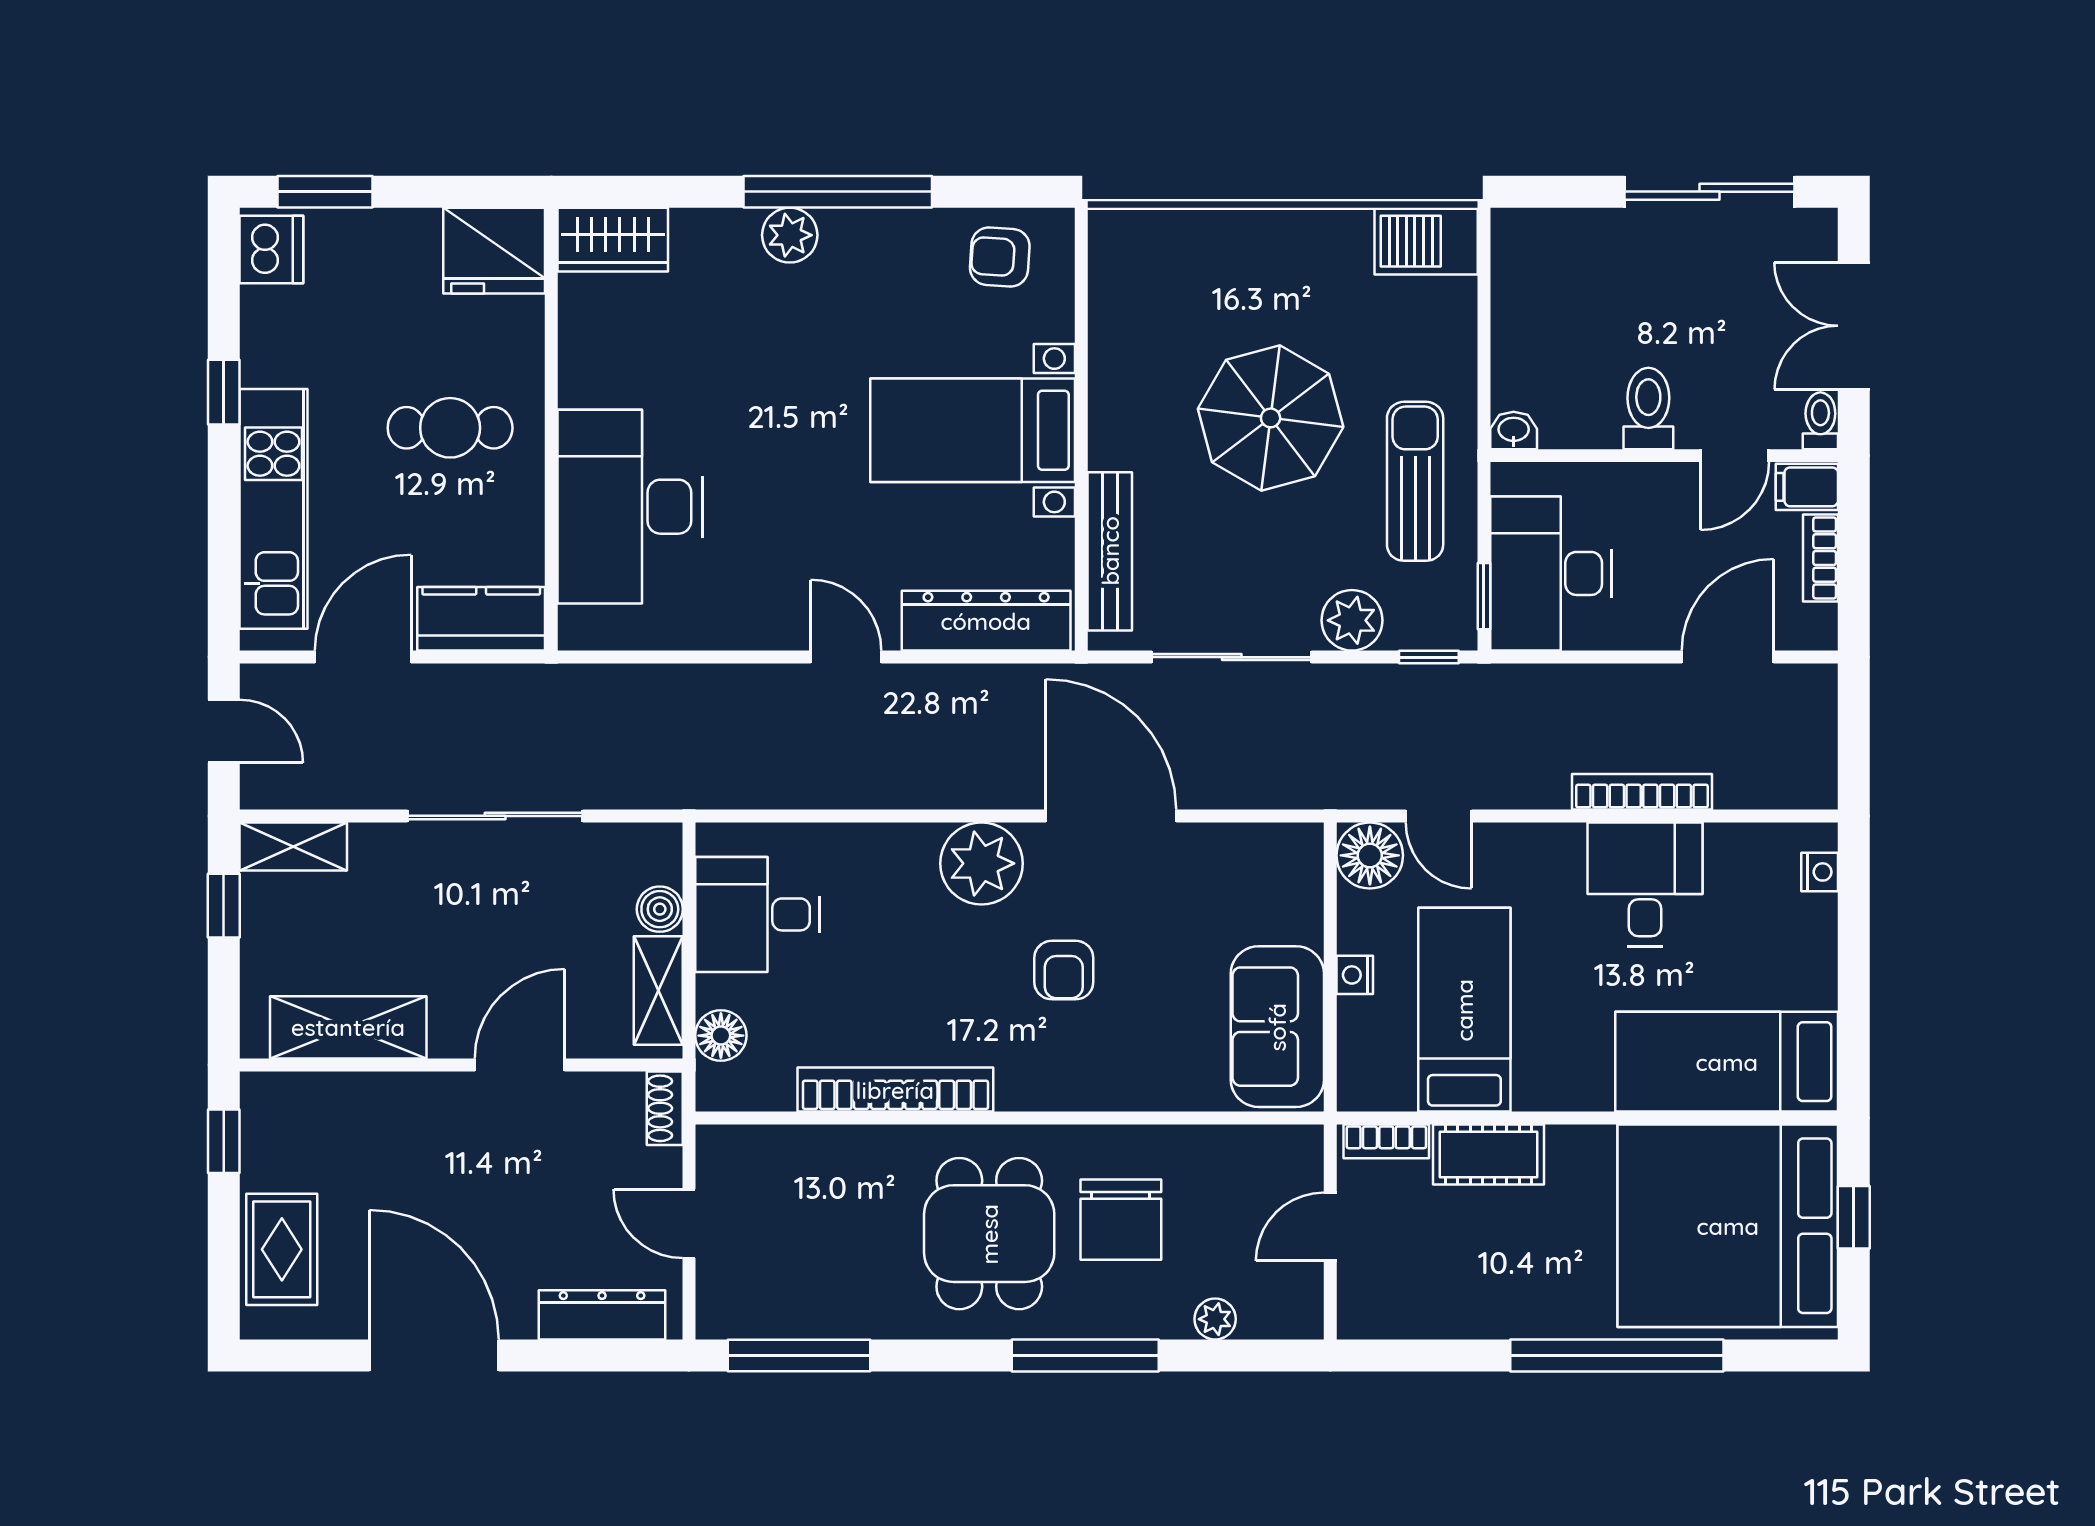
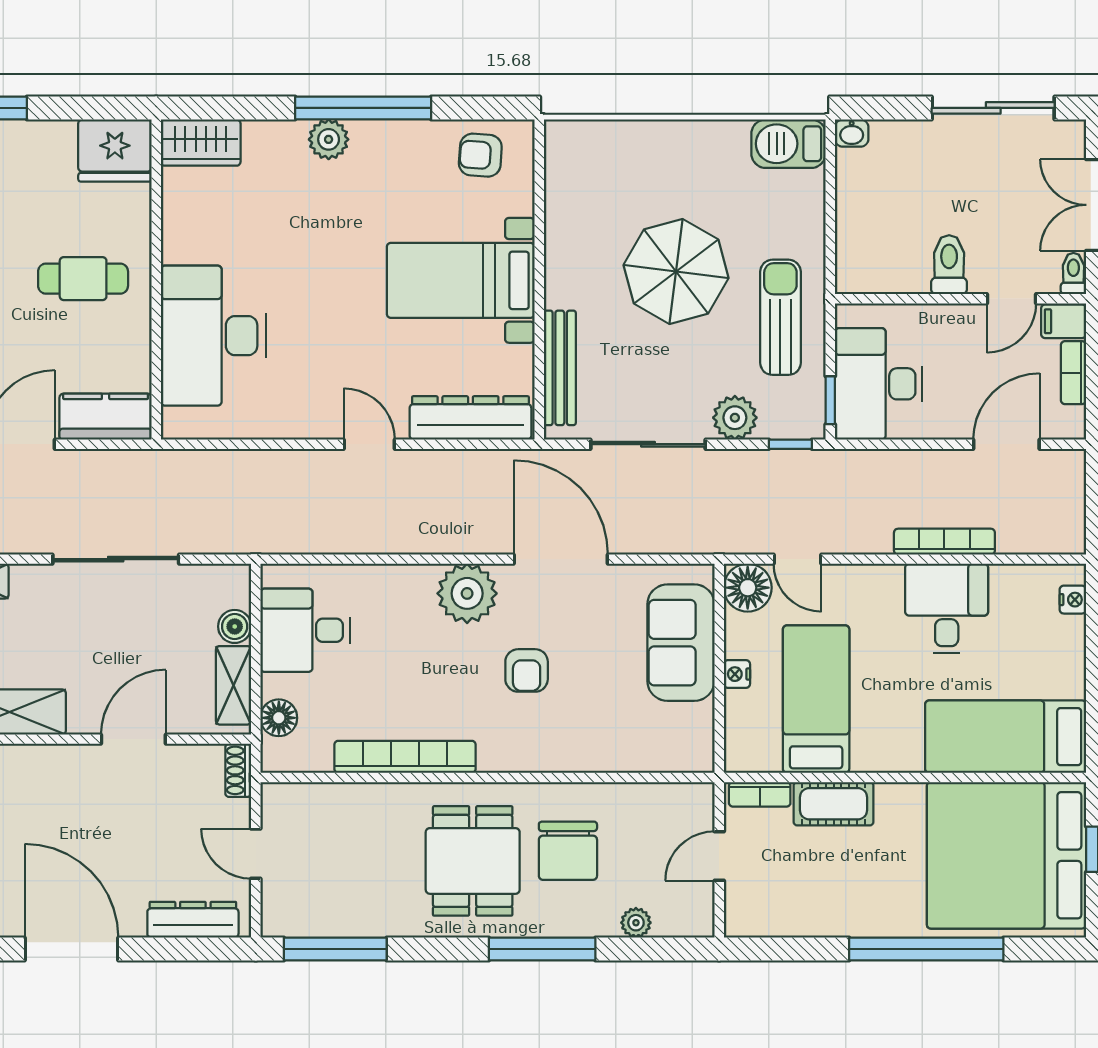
washbasin: (1514, 430) -> (852, 133), moved, turned 180
sofa: (1277, 1027) -> (681, 643), moved

